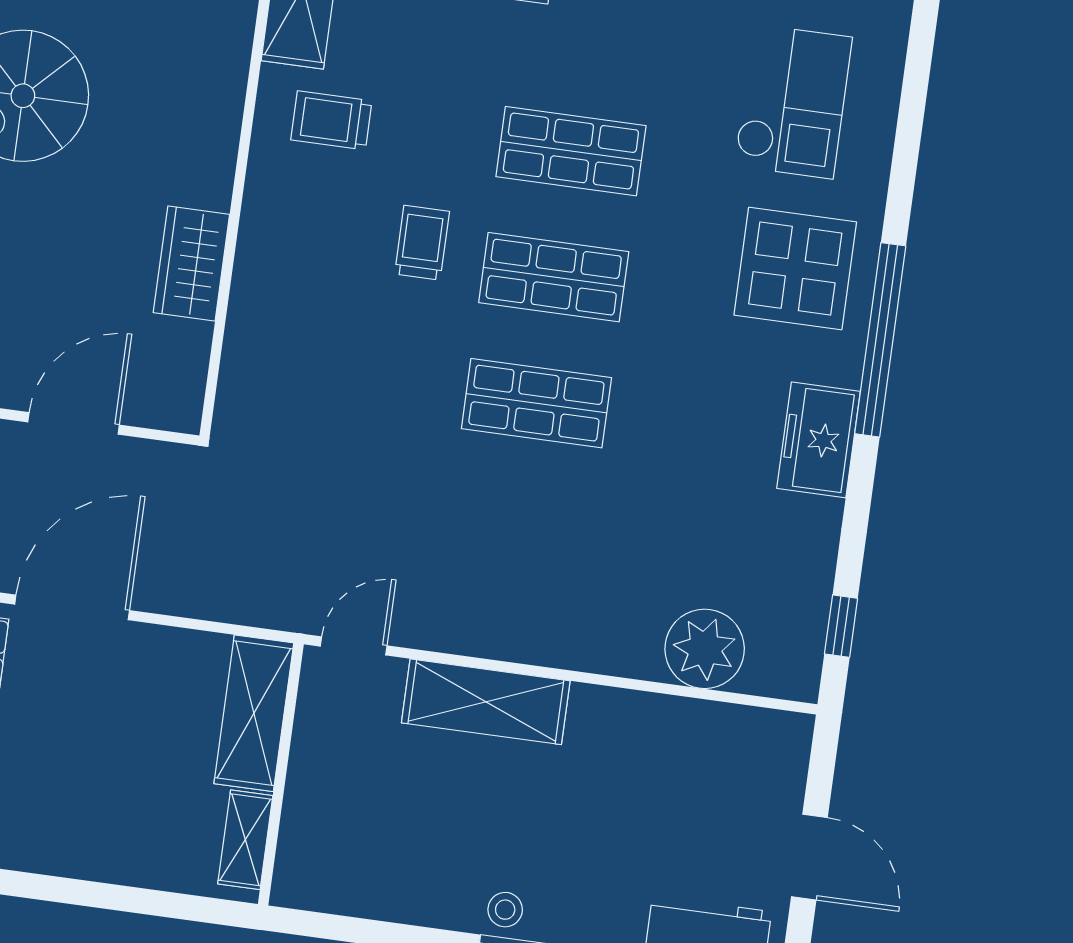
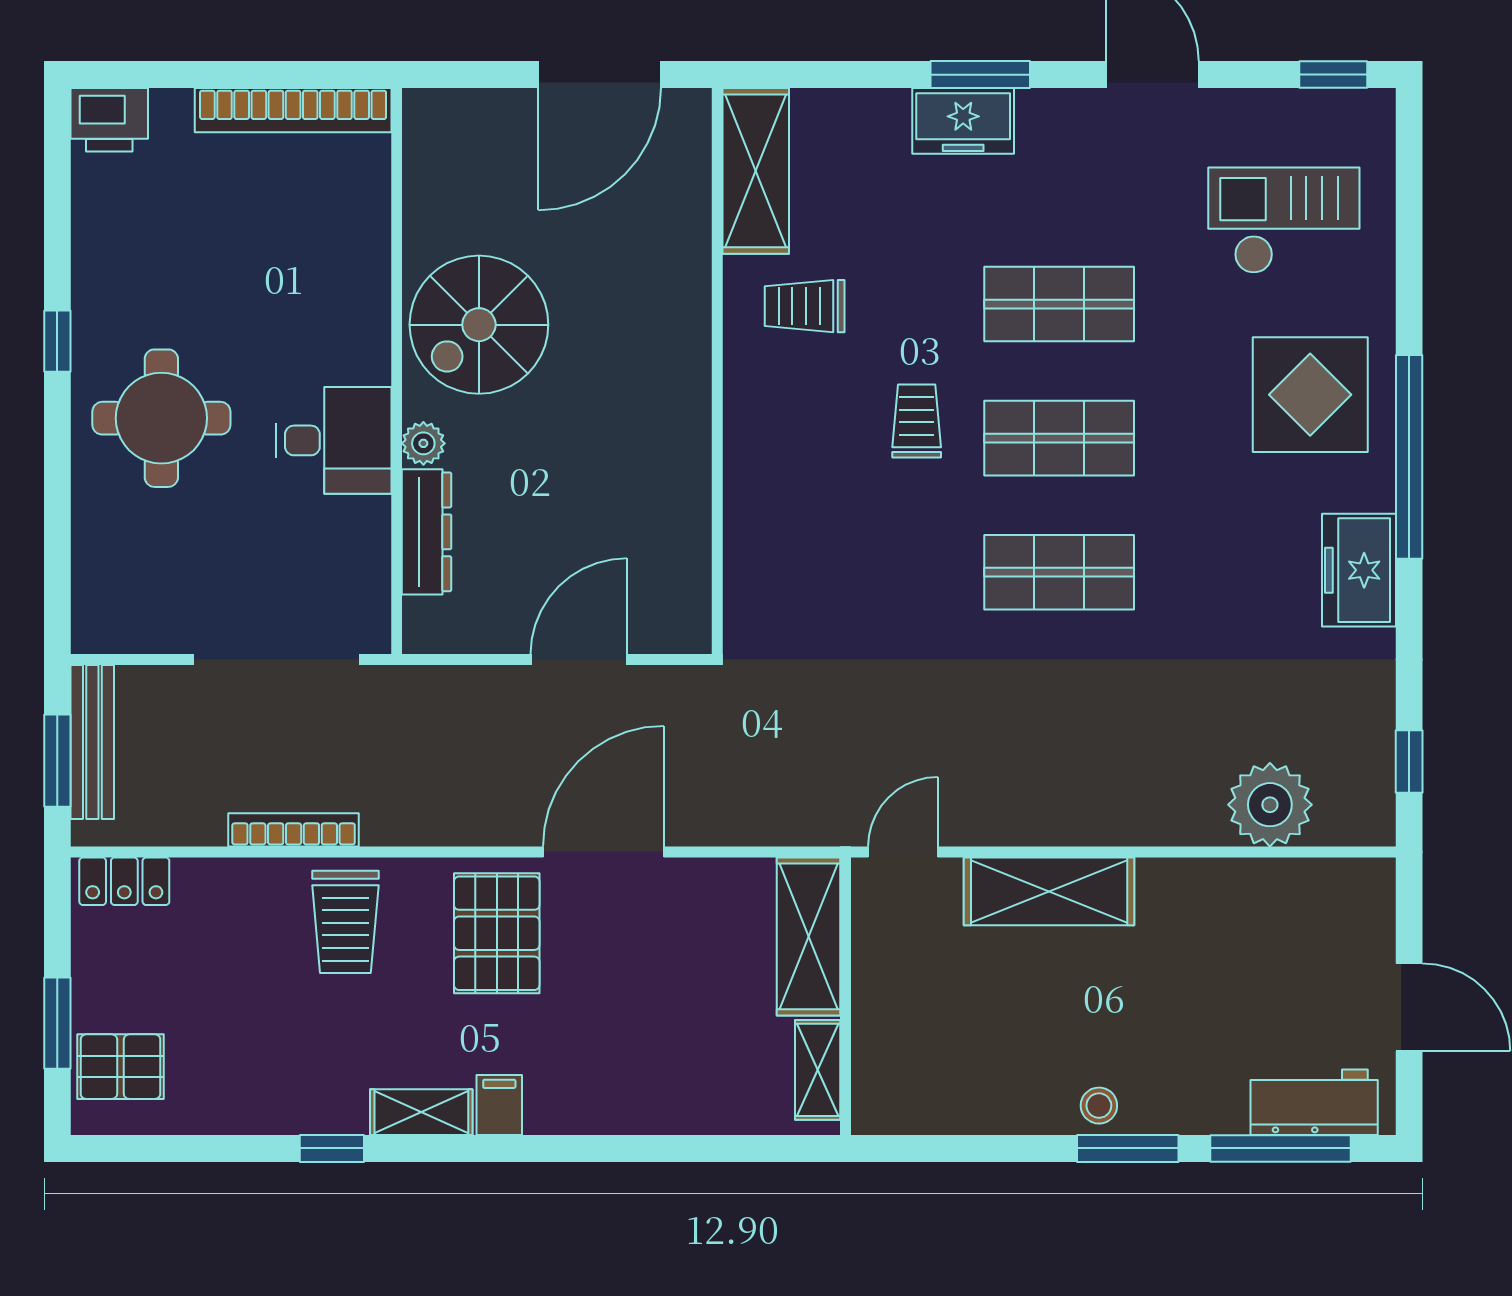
checkout: (793, 101) -> (1284, 220), turned -90
wardrobe: (191, 264) -> (679, 476), removed

